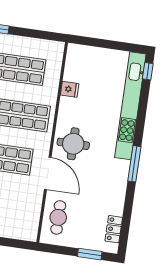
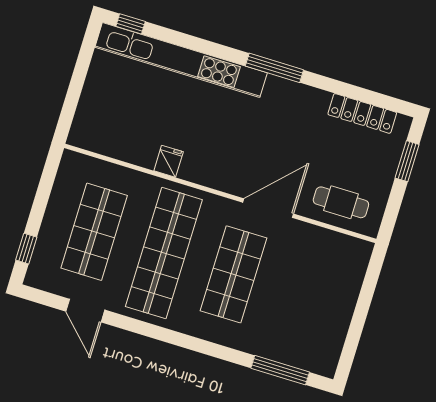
fridge: (70, 89) -> (169, 161), moved
round table: (73, 144) -> (227, 160), removed
locker: (114, 229) -> (362, 113), width x1.53

